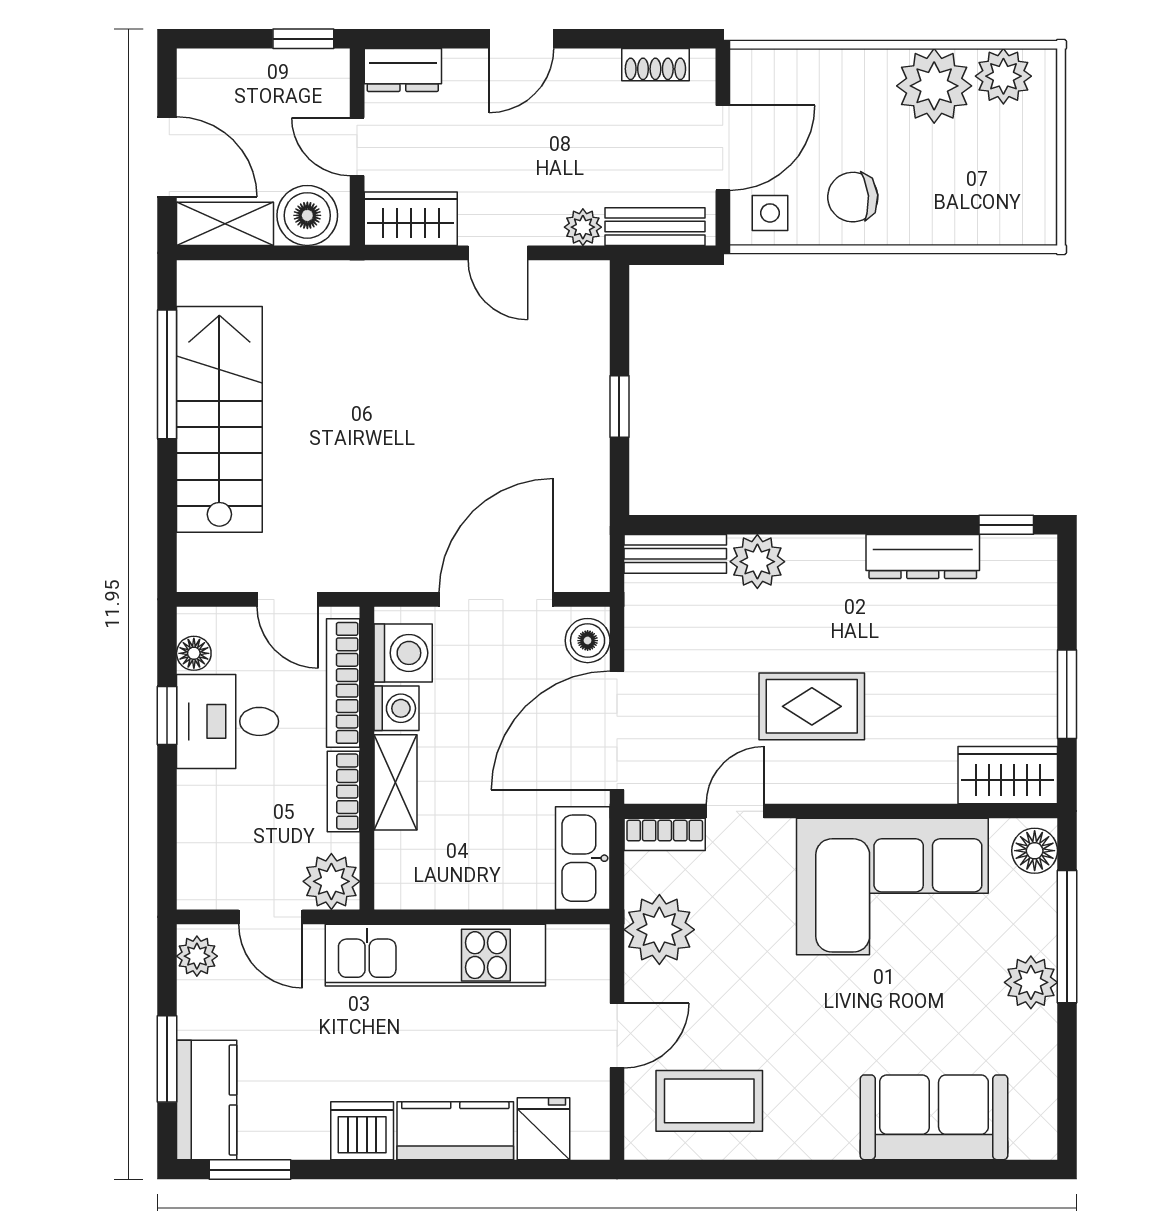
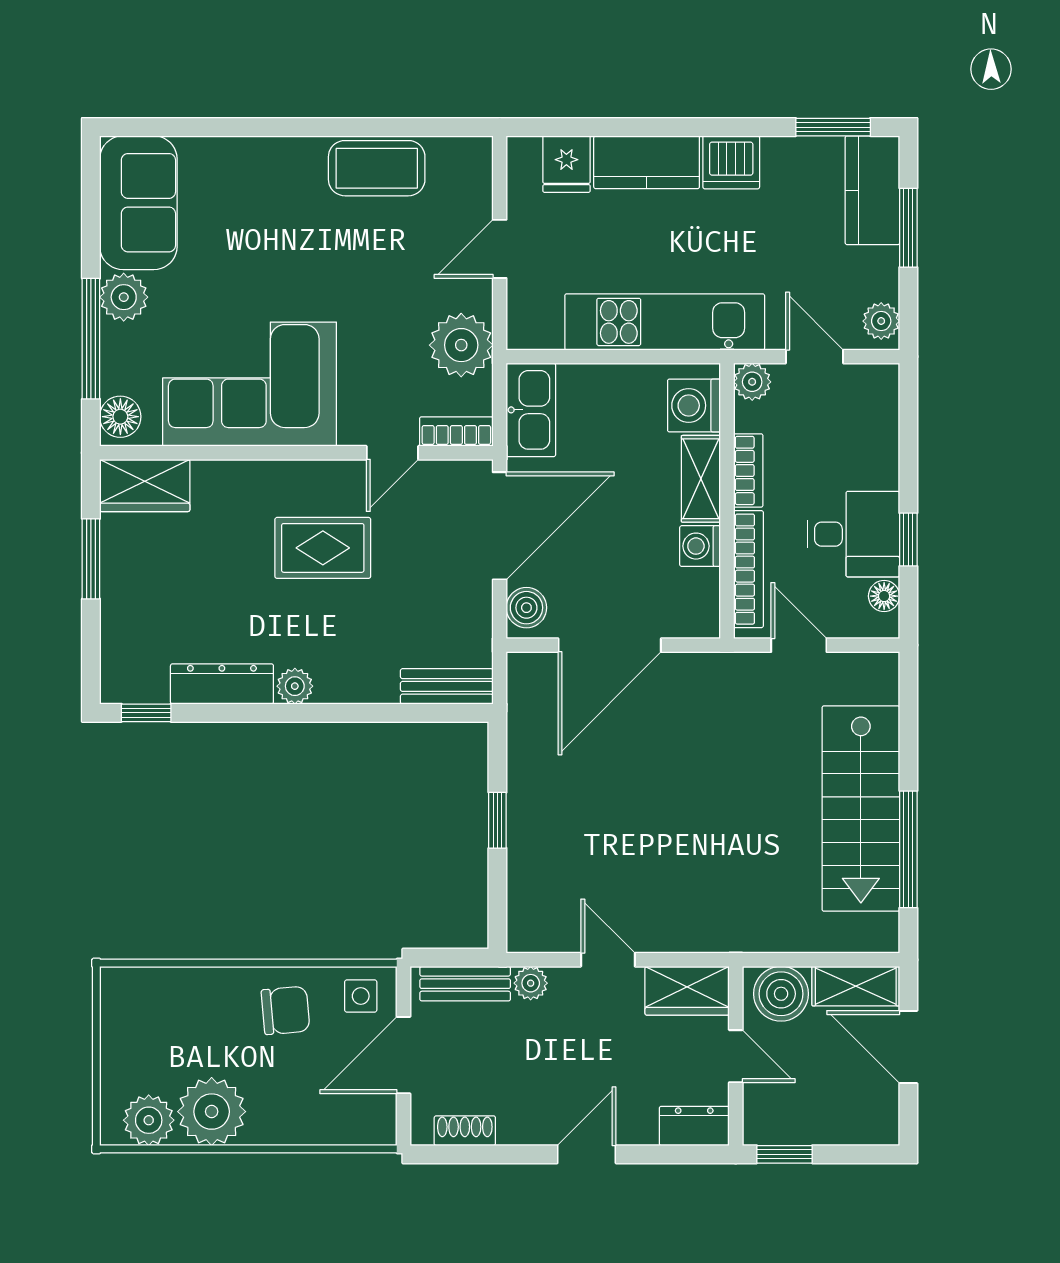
plant: (757, 562) -> (295, 686), moved, width x0.73, depth x0.73
washing machine: (403, 653) -> (694, 405), moved
plant: (331, 881) -> (752, 382), width x0.73, depth x0.73
coffee table: (709, 1101) -> (377, 168), moved
sofa: (934, 1117) -> (138, 203), moved, turned -90

